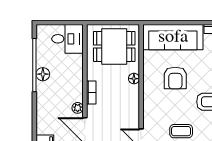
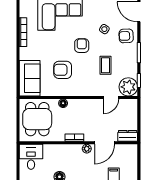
sofa: (173, 37) -> (30, 78), width x0.73
armchair: (175, 78) -> (63, 70), turned 180

